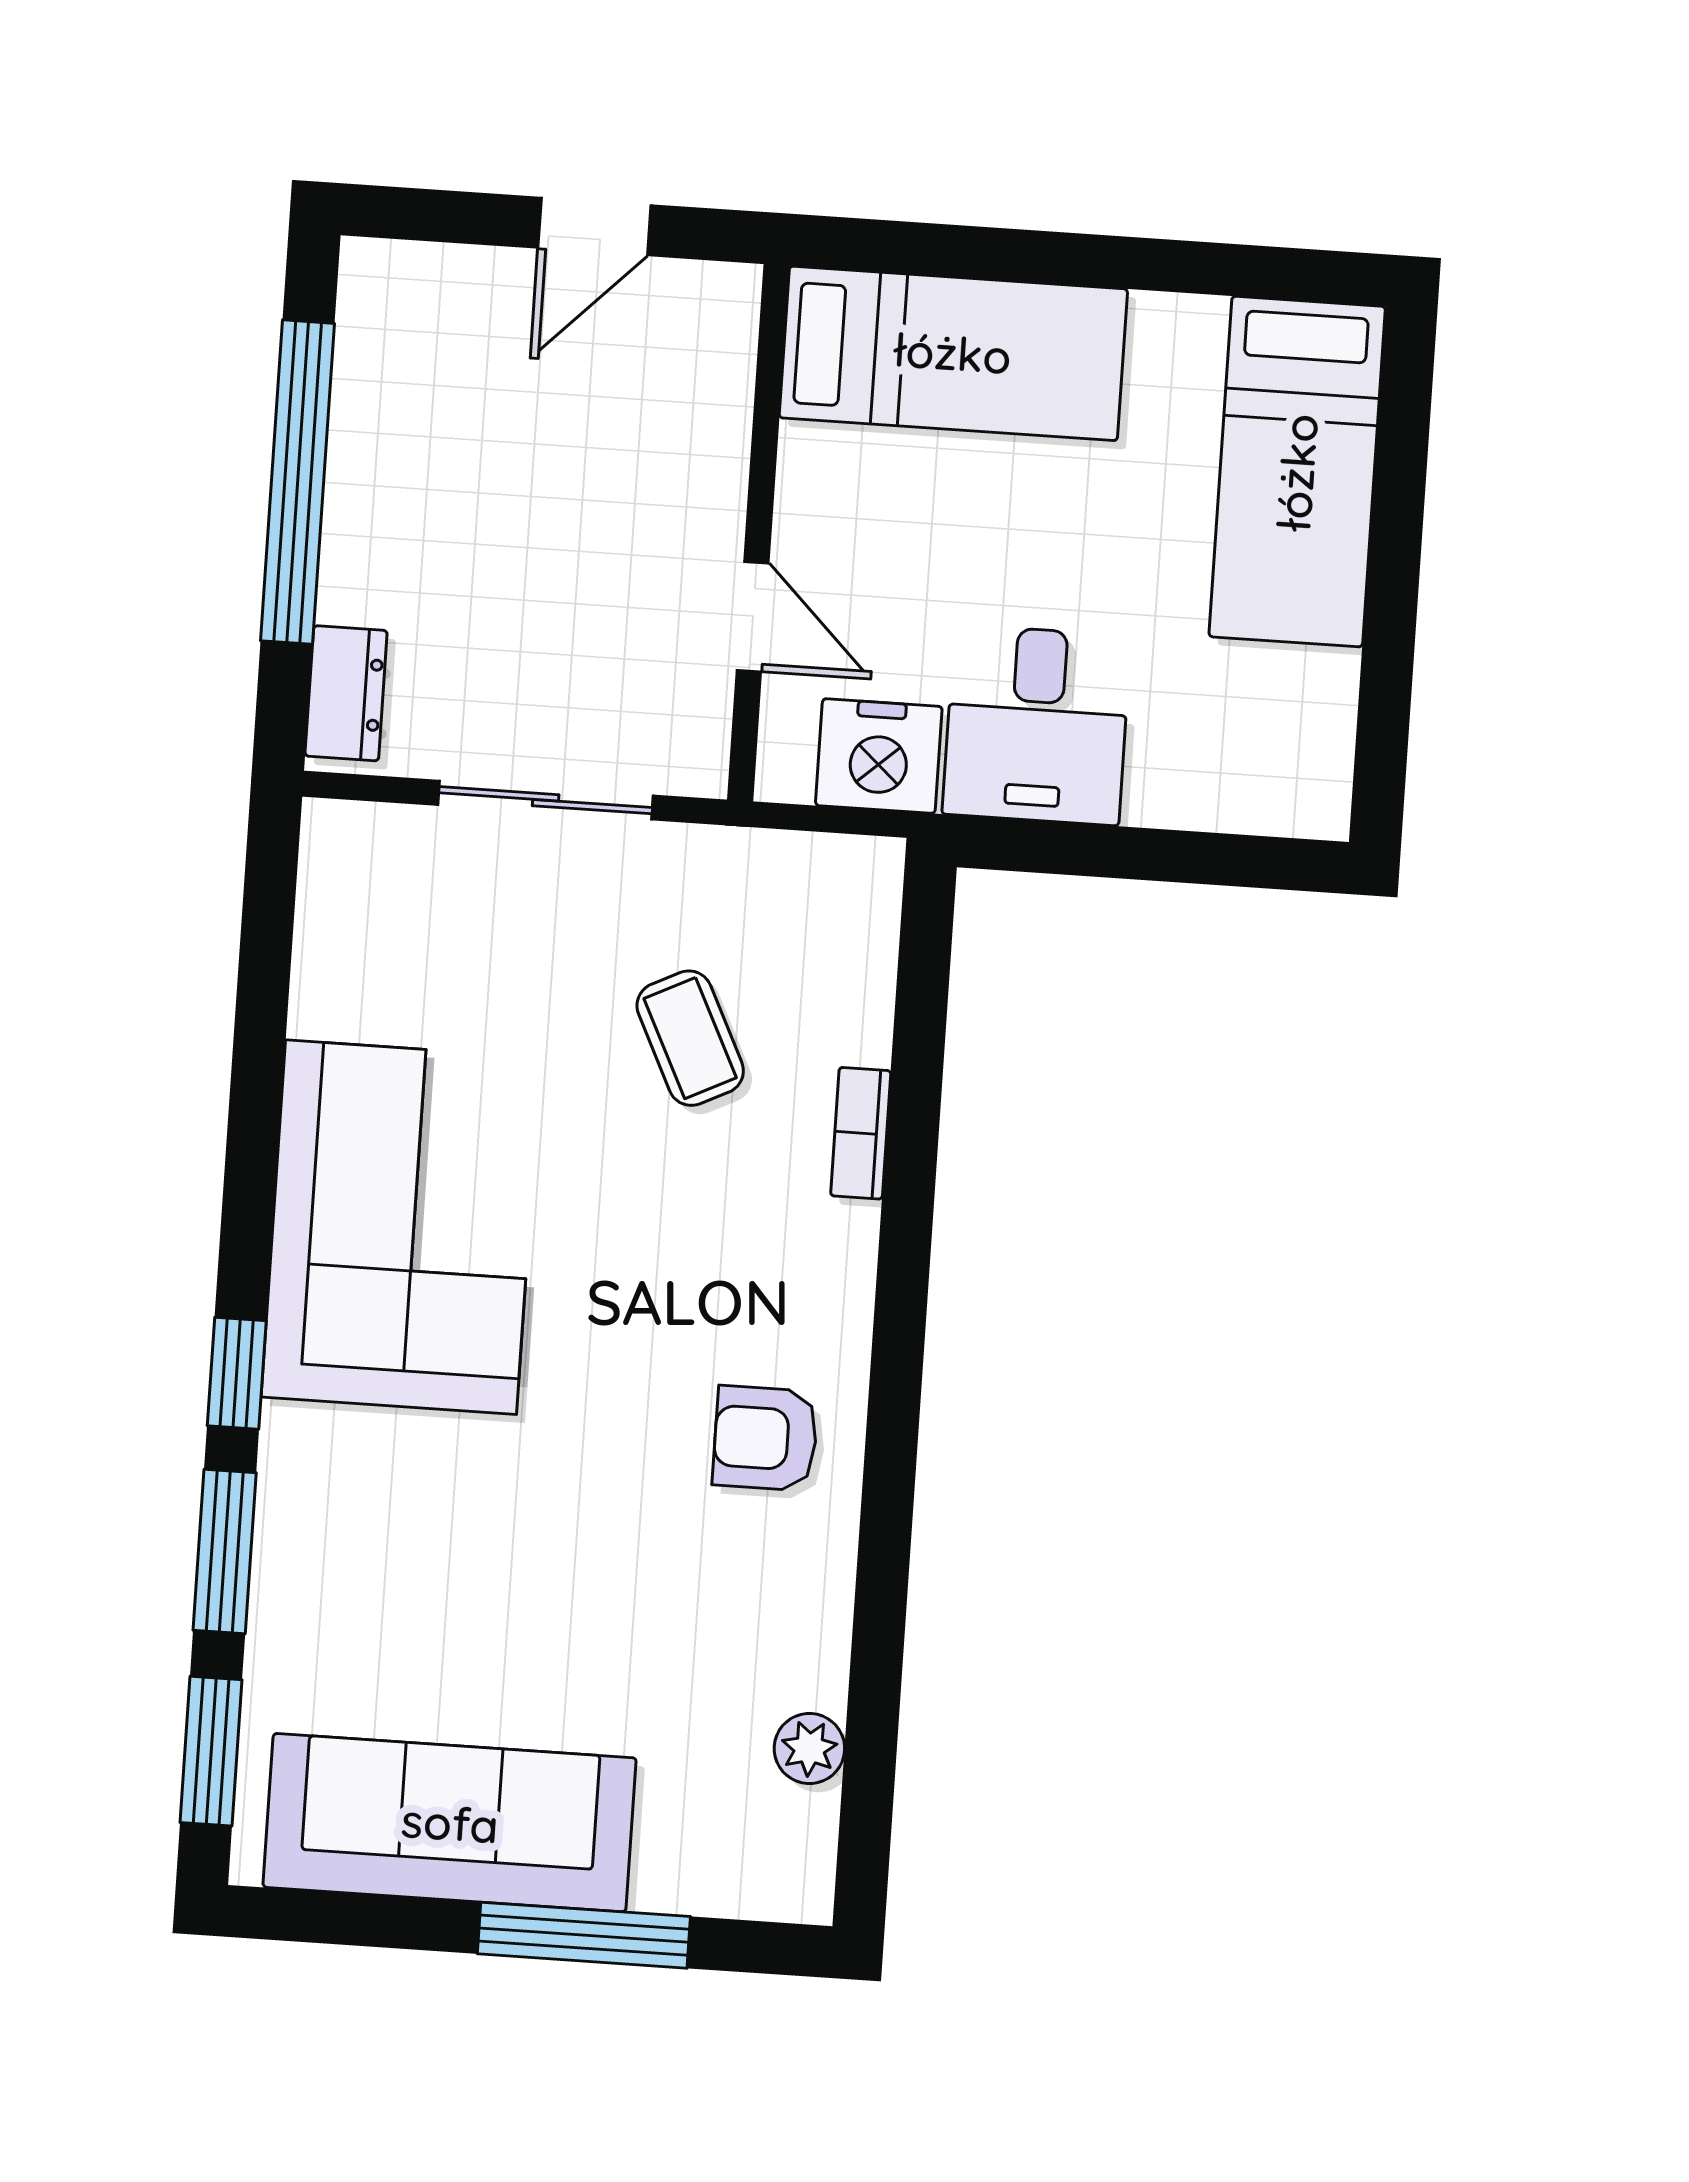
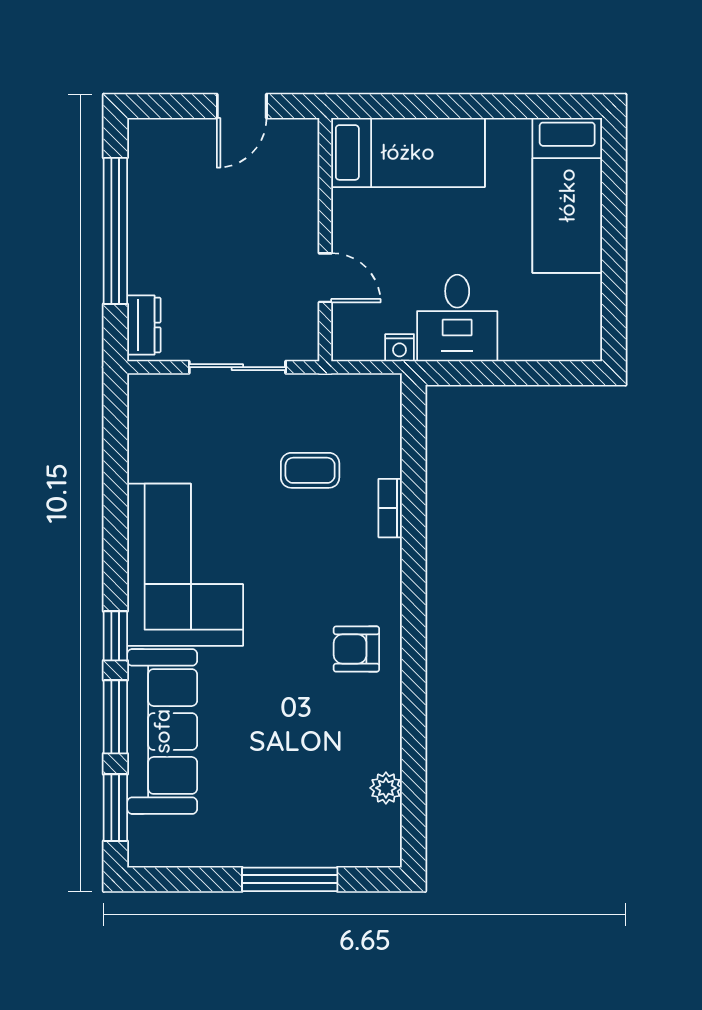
nightstand: (879, 756) -> (400, 348), width x0.53, depth x0.56
coffee table: (690, 1038) -> (310, 470), turned -64
sofa: (450, 1823) -> (162, 731), moved, turned 90

